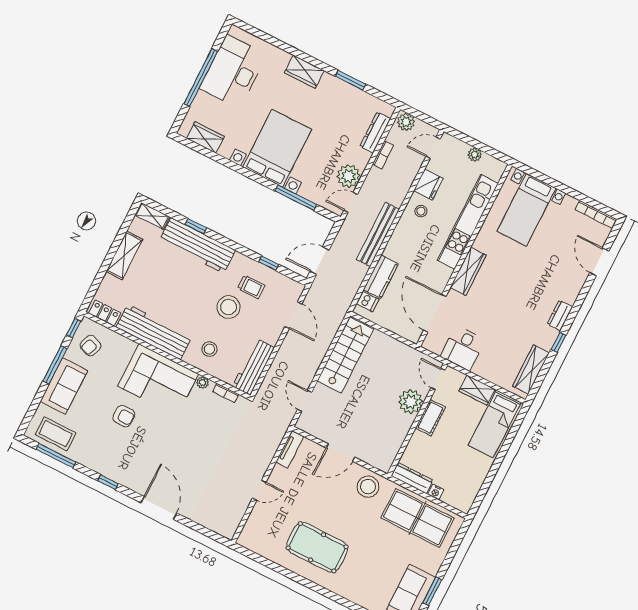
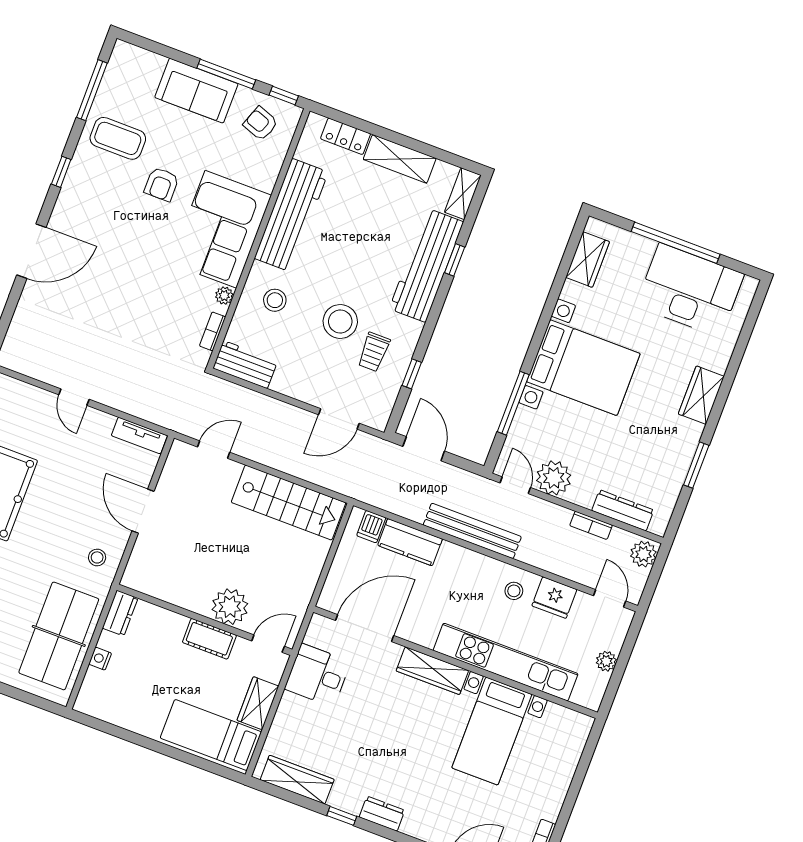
bed with nightstands: (526, 210) -> (492, 731), moved, turned -90
locker: (105, 313) -> (346, 136), moved, turned 90
workbench: (254, 367) -> (245, 365), width x0.73
coffee table: (56, 434) -> (118, 138), moved, turned 90
dresser: (412, 478) -> (120, 613), width x0.70
stool: (368, 487) -> (97, 557), width x0.53, depth x0.53

